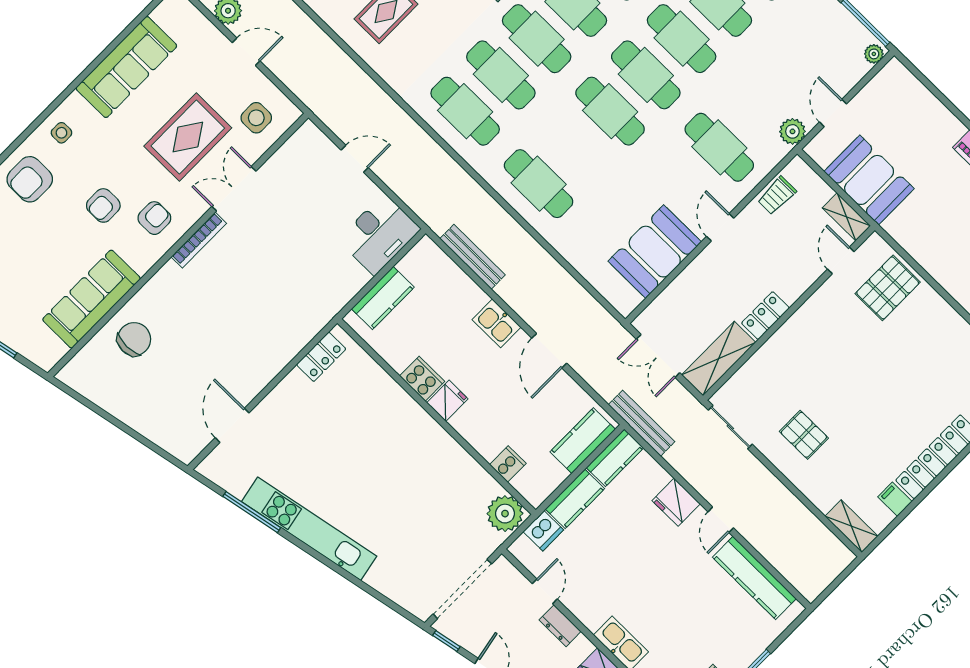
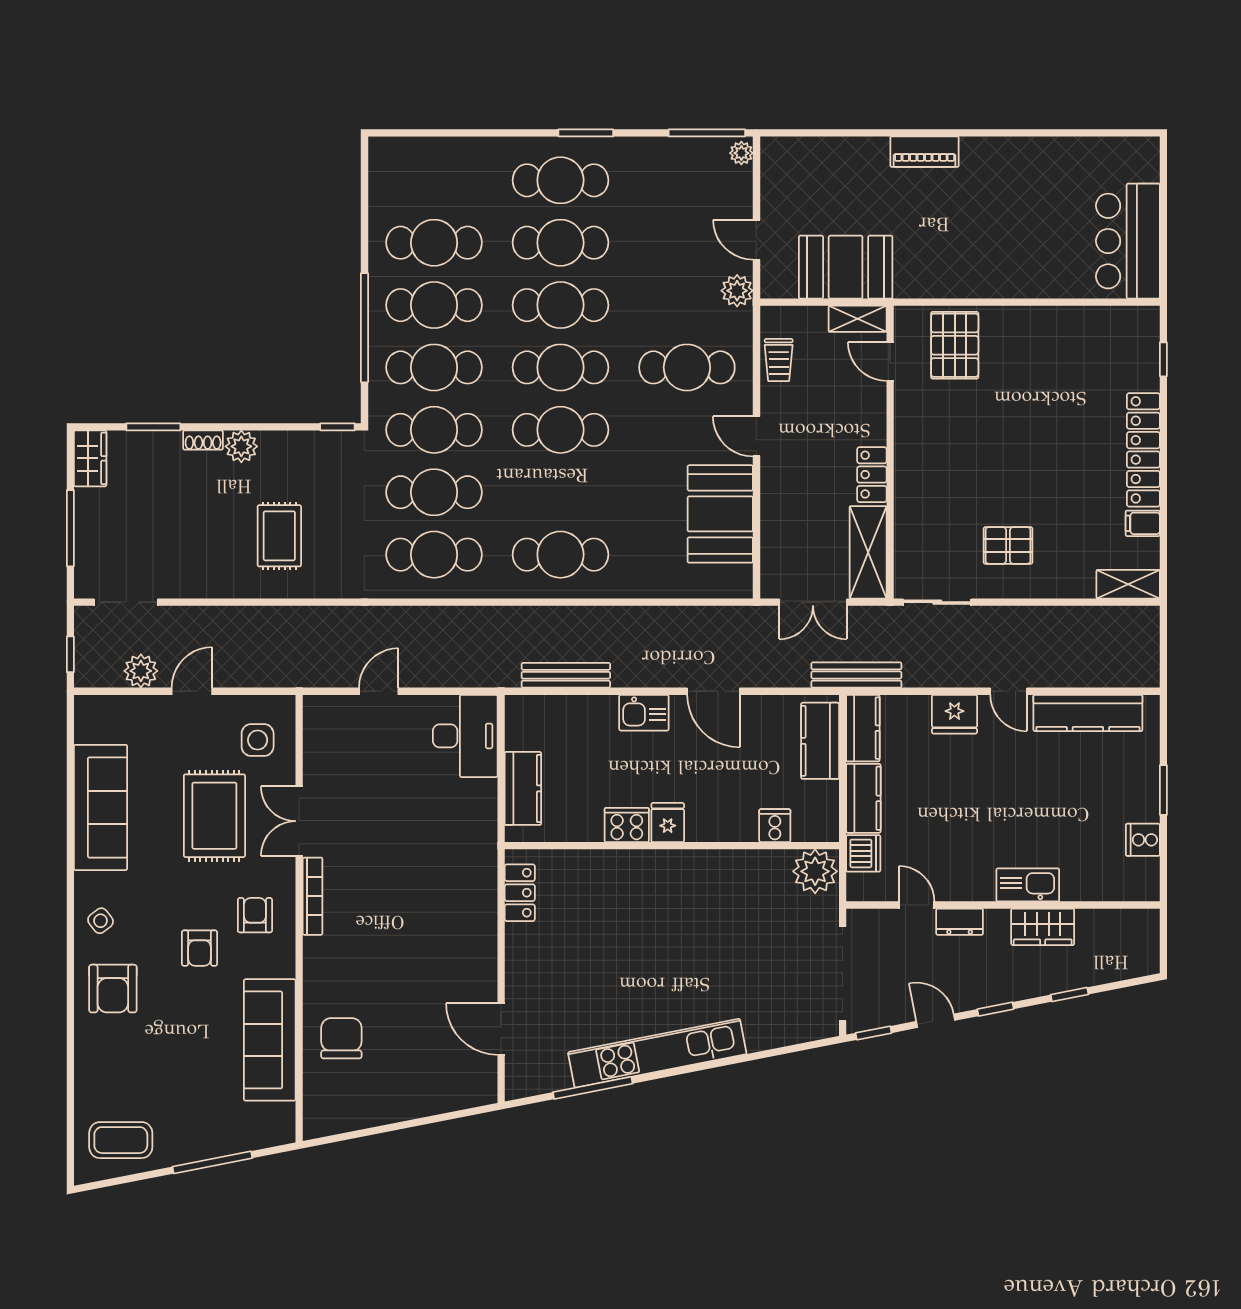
side table: (61, 133) -> (101, 921), turned -38

